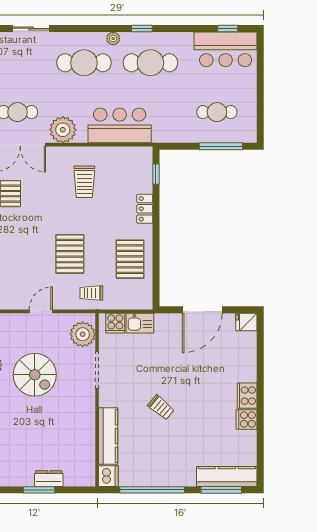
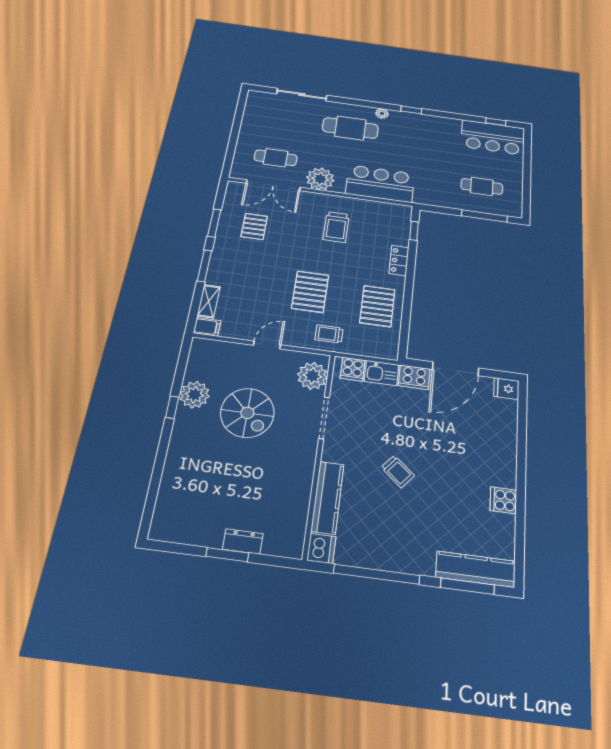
sliding door: (31, 28) -> (302, 95), width x1.37
cafe table: (150, 63) -> (417, 137), removed
cooker: (247, 396) -> (414, 377), moved, turned -90

